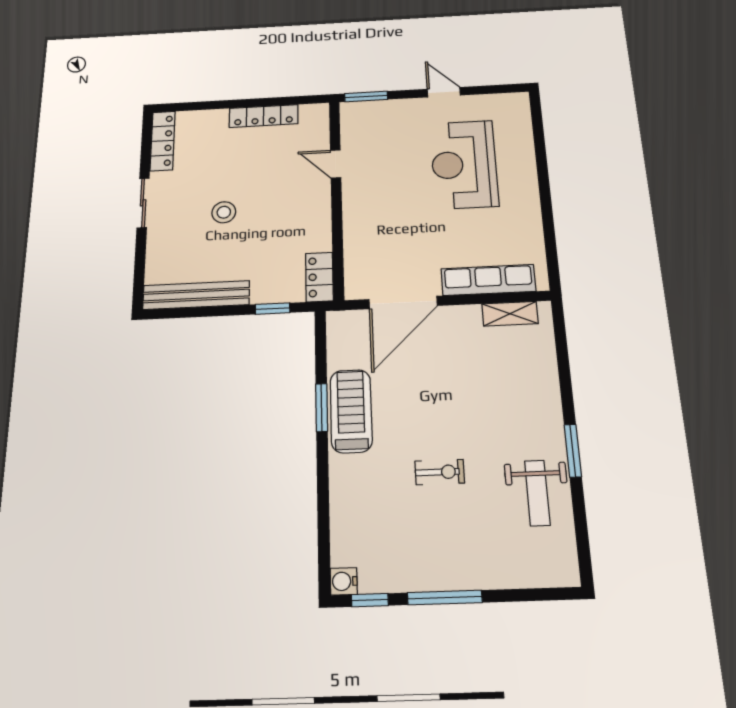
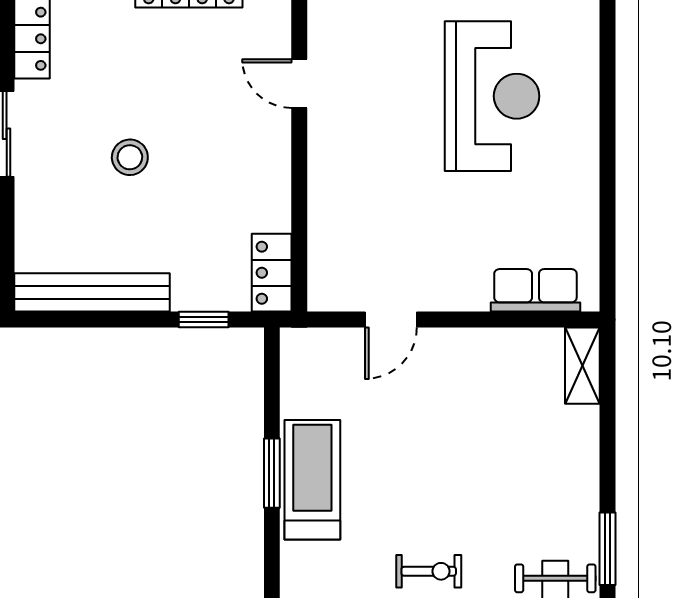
reception desk: (464, 164) -> (492, 96), turned 180
row of seats: (488, 280) -> (535, 290), width x0.68
door: (403, 303) -> (391, 320), width x0.53
shelving: (510, 314) -> (582, 366), moved, turned 90

